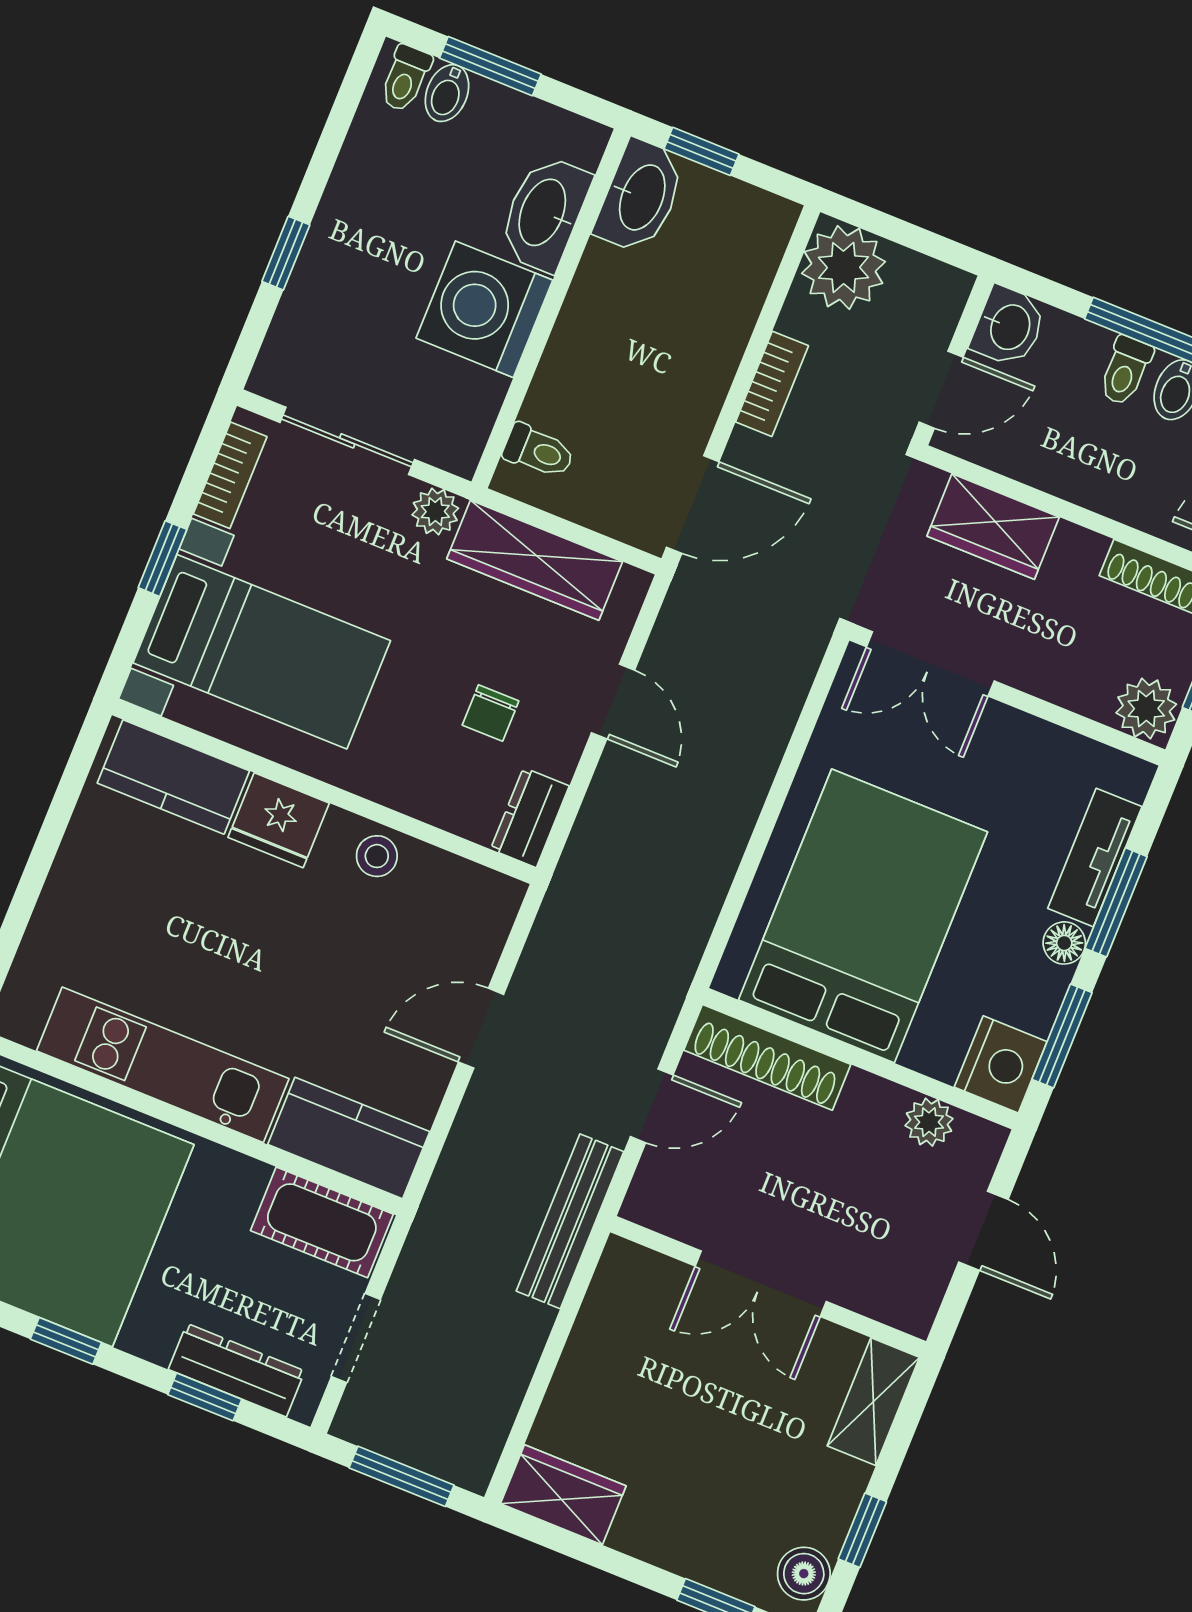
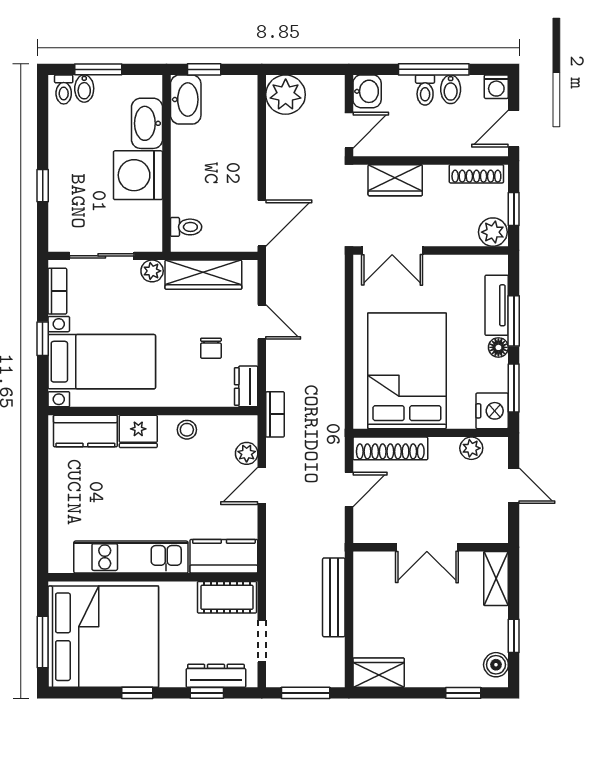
bookcase: (772, 384) -> (275, 414), moved
plant: (477, 951) -> (247, 453), added
bench: (570, 1221) -> (334, 597), moved

